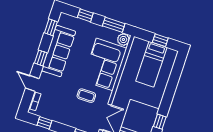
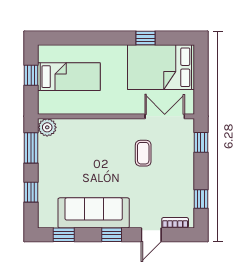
corner sofa: (105, 64) -> (91, 142), removed

